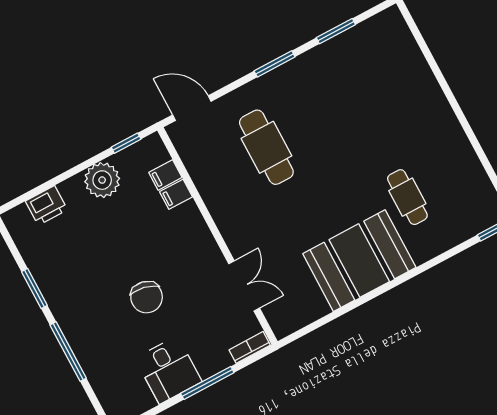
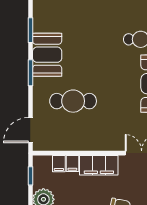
booth: (313, 74) -> (47, 55), added
filing cabinet: (194, 234) -> (99, 165), added

